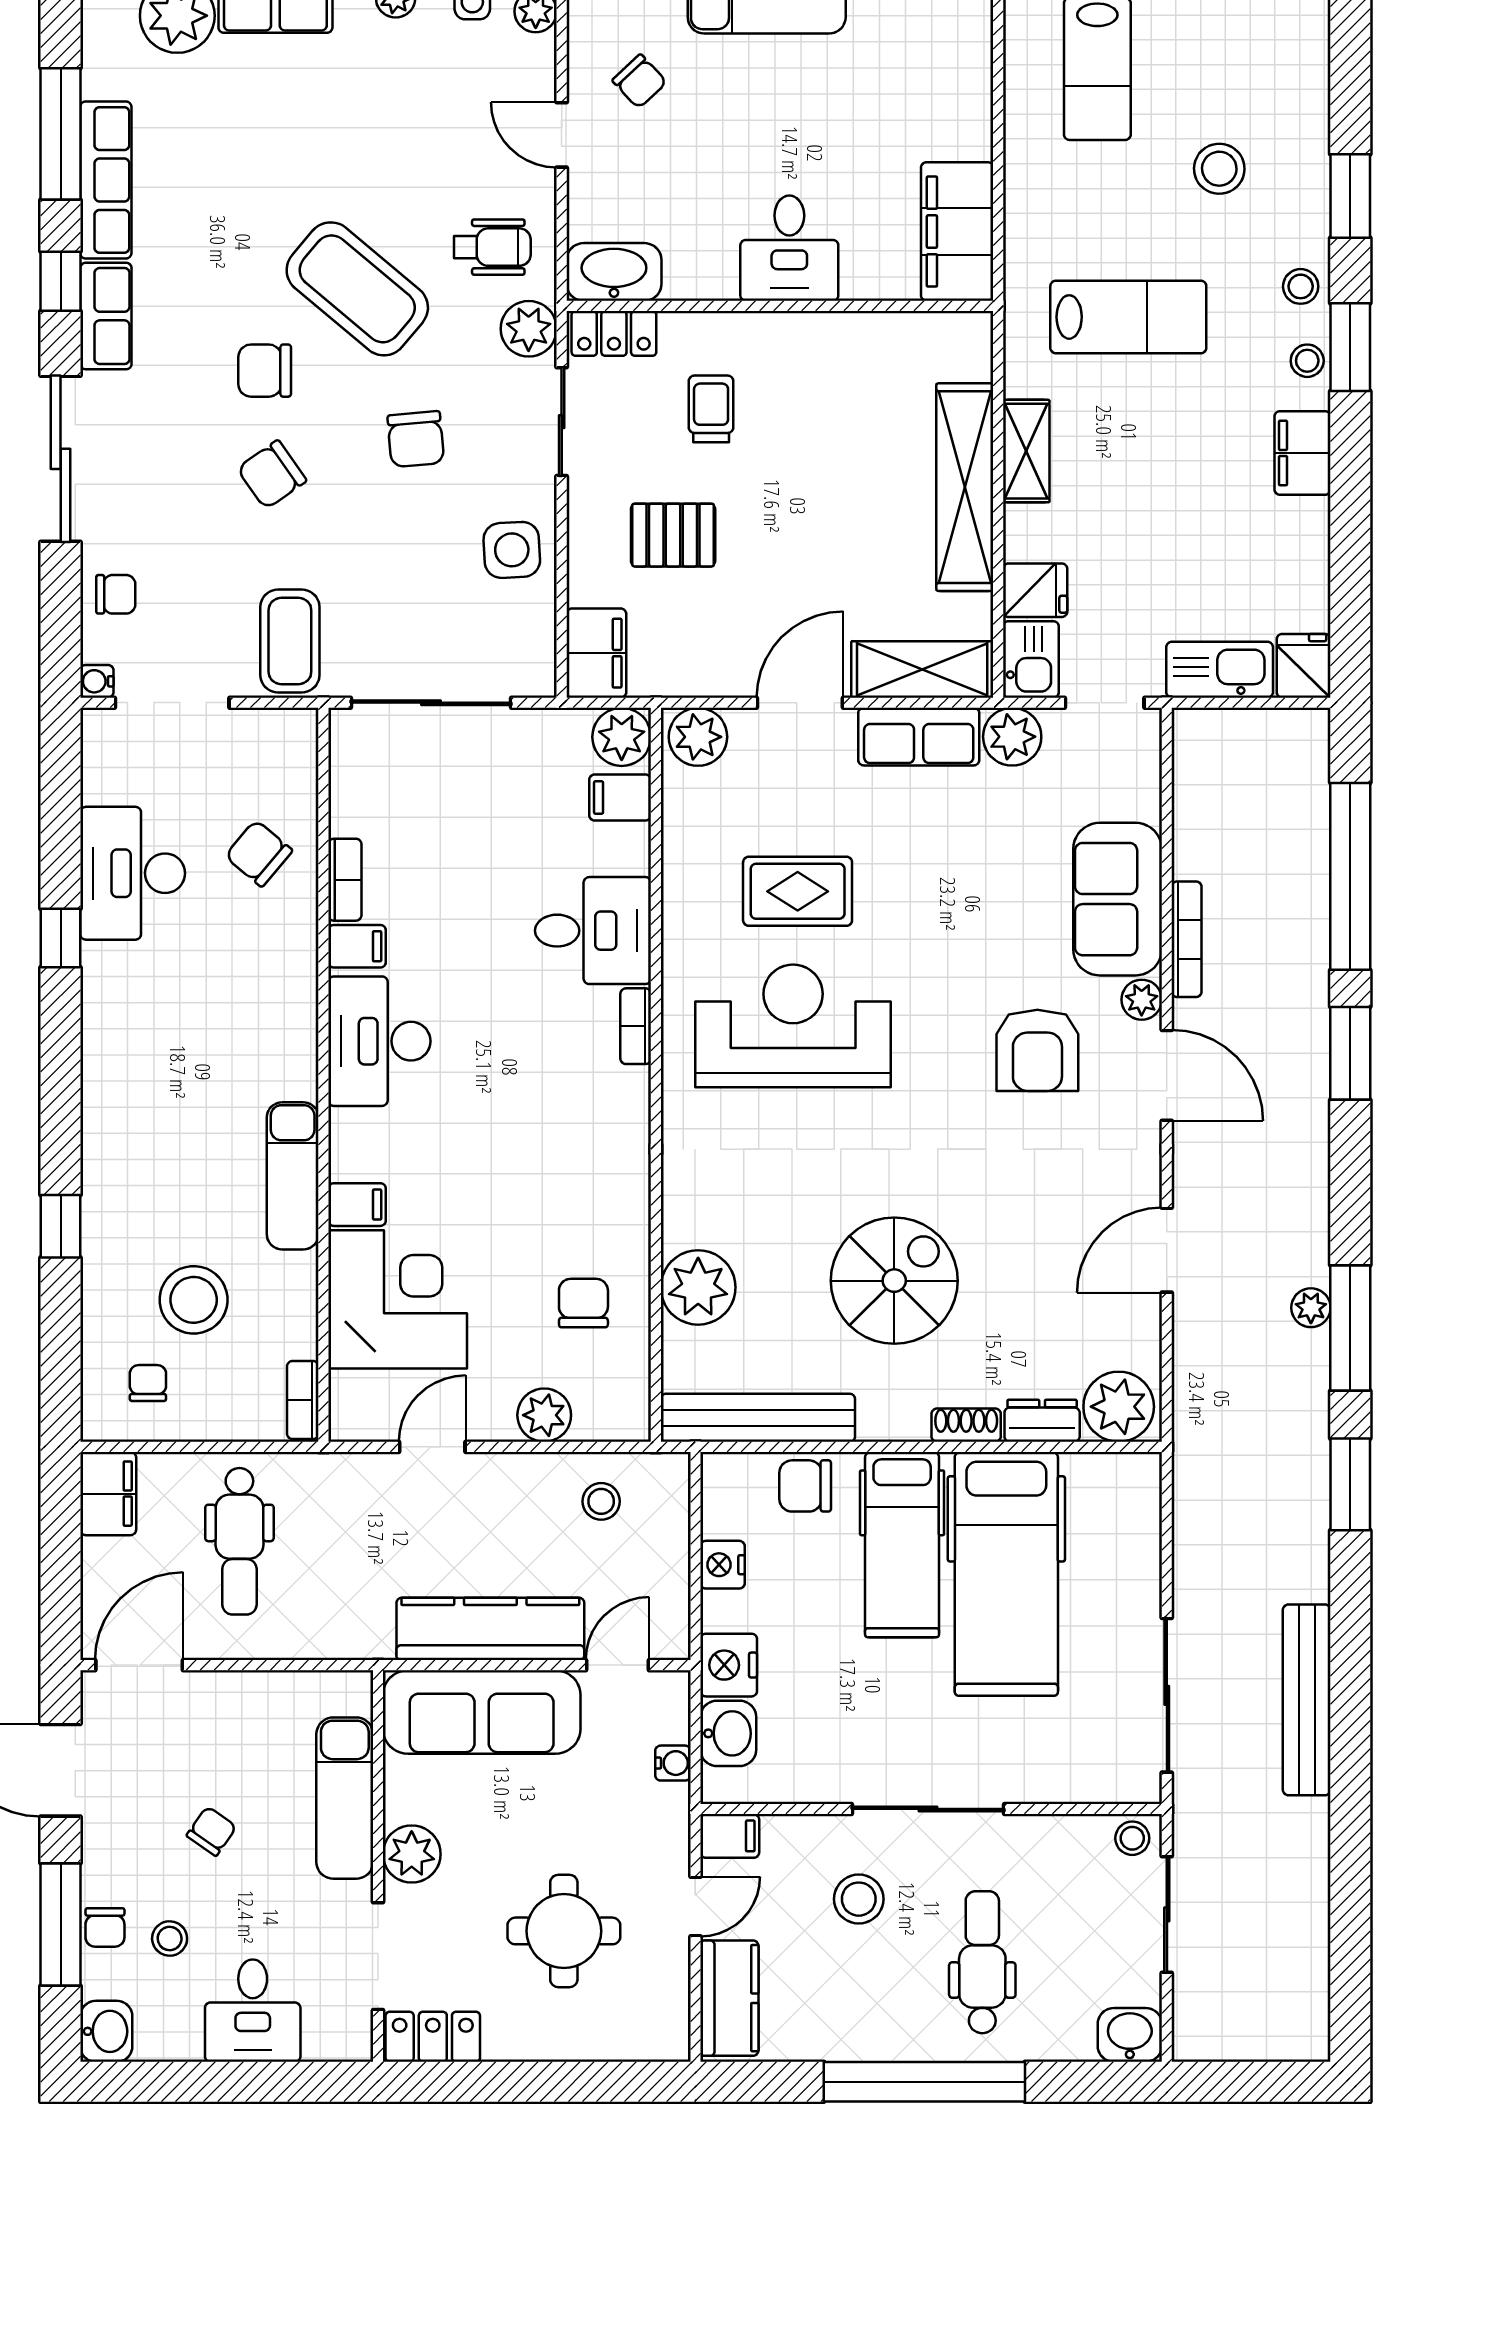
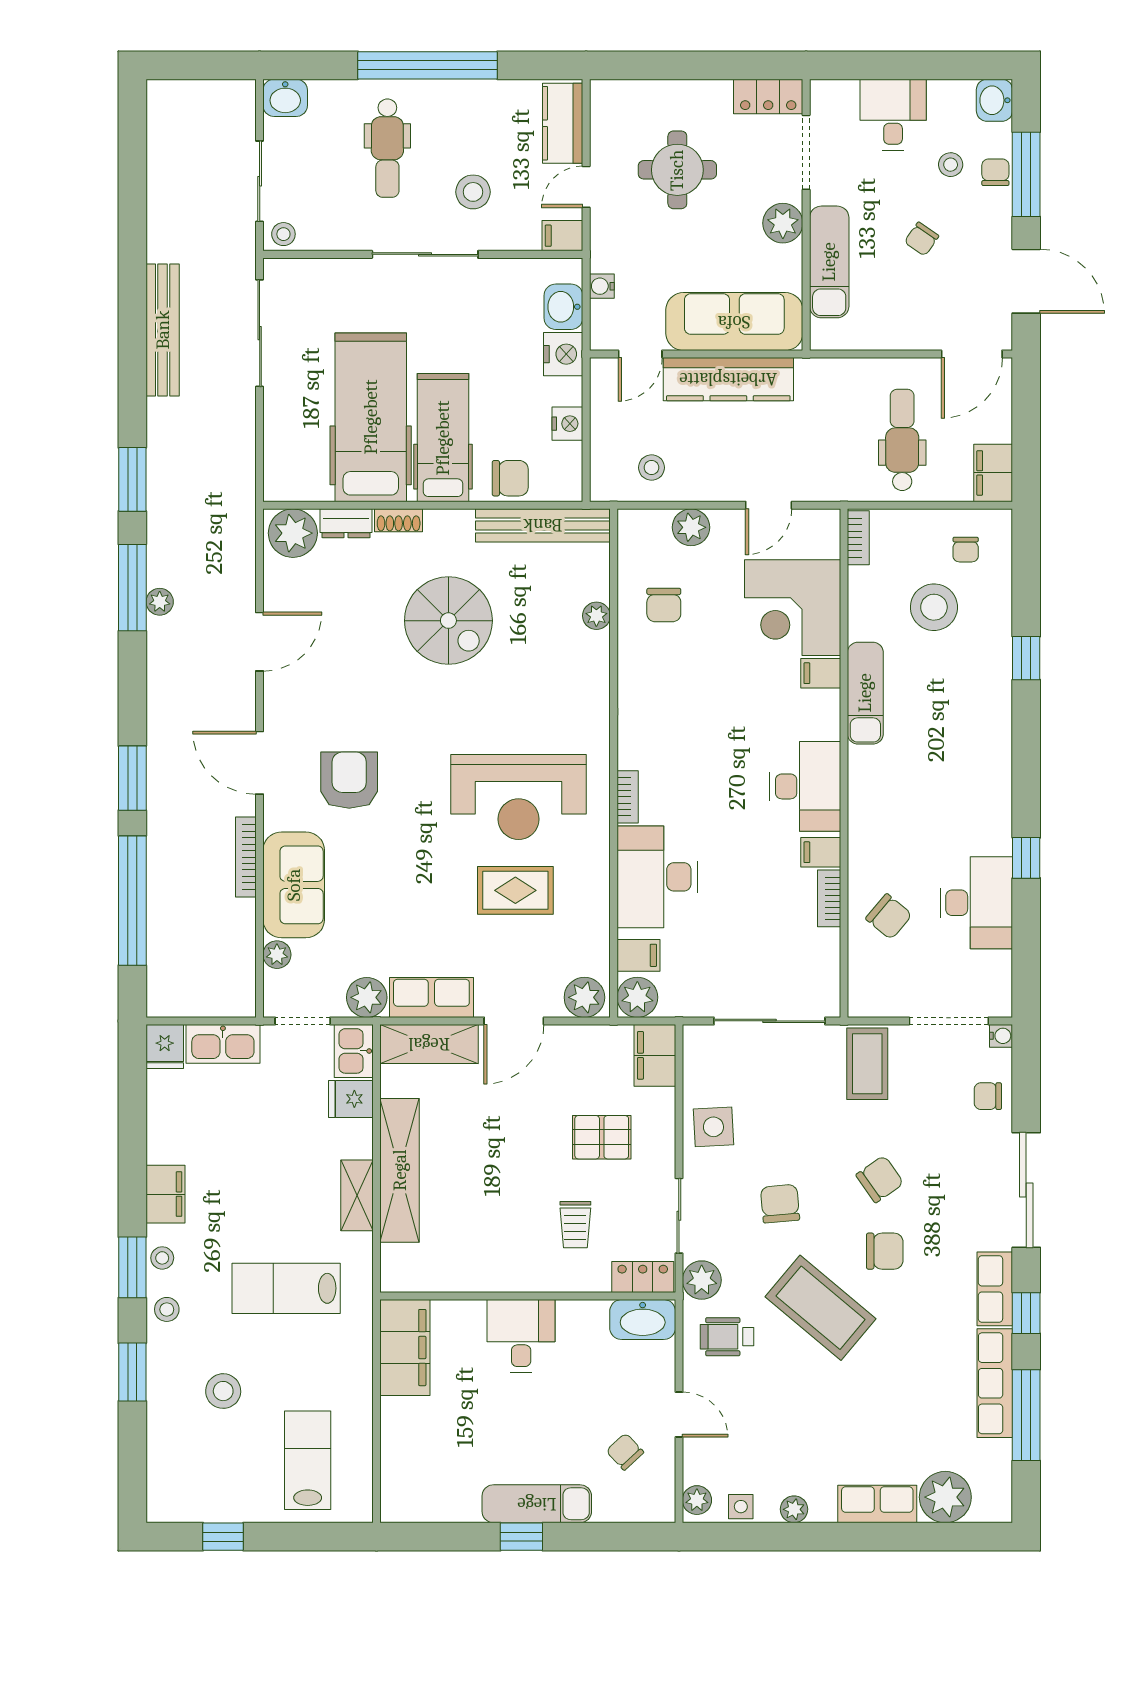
desk: (593, 931) -> (657, 877), width x1.37
plant: (1142, 1000) -> (277, 955), moved
spiral stairs: (894, 1281) -> (448, 621), turned -90
plant: (698, 1287) -> (596, 616), width x0.53, depth x0.53

